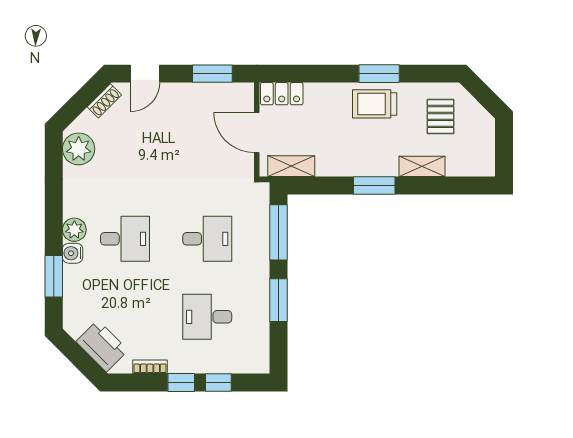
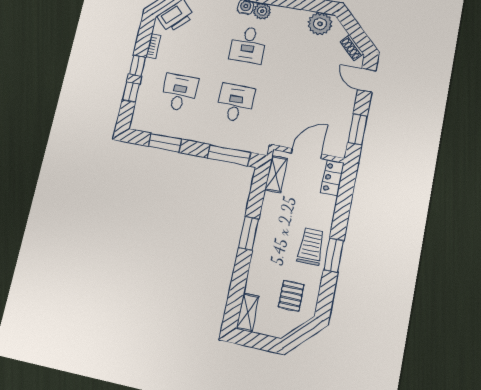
pallet: (440, 116) -> (291, 296), turned 90
shelving: (422, 166) -> (248, 312), moved
desk: (207, 239) -> (235, 103), turned 180
window: (278, 300) -> (165, 143), moved

